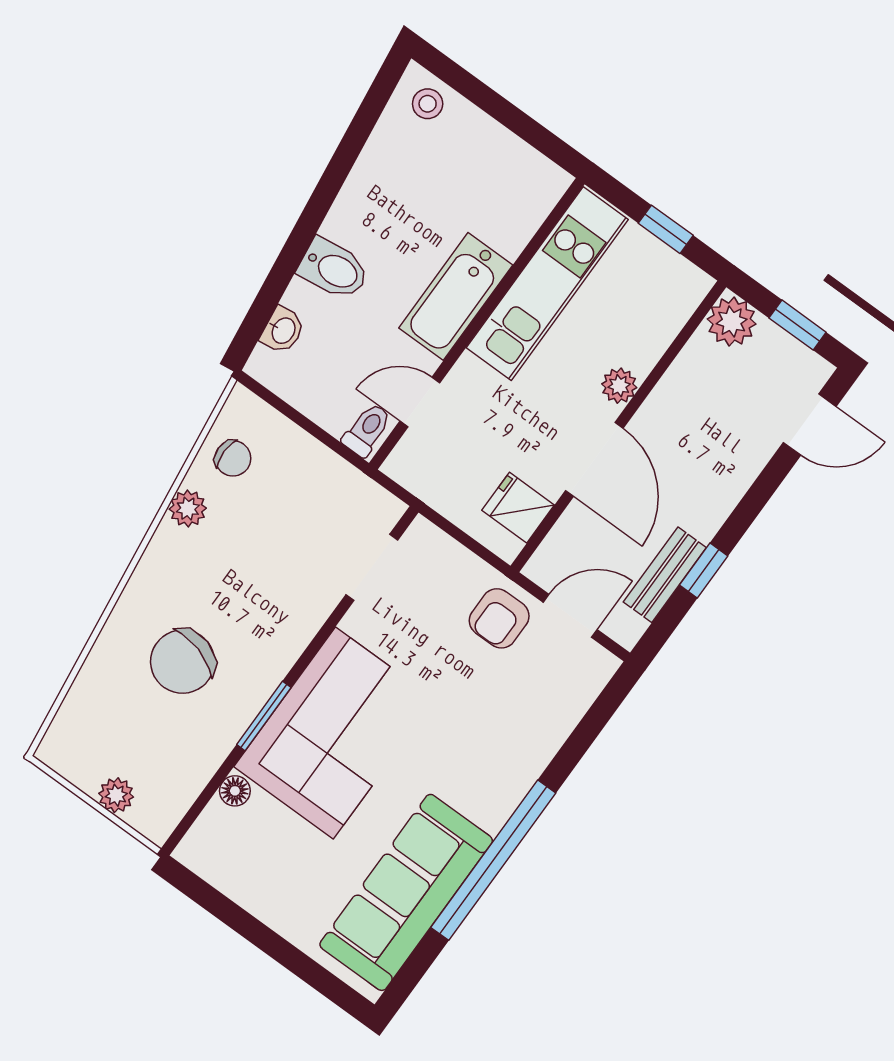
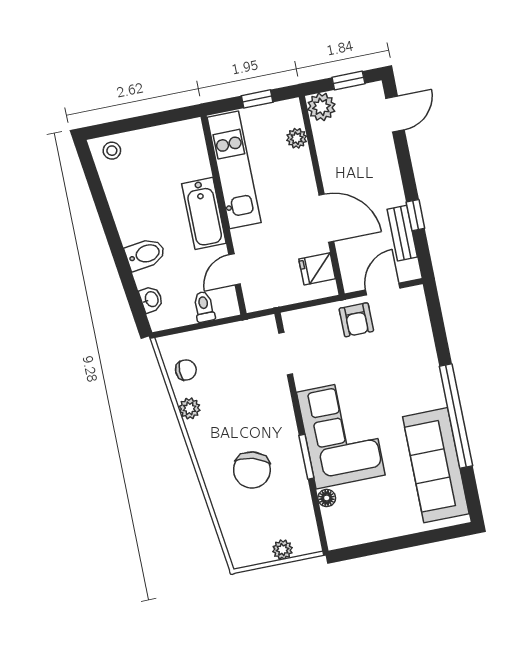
plant: (619, 386) -> (297, 138), moved
toilet: (367, 430) -> (204, 307), moved

